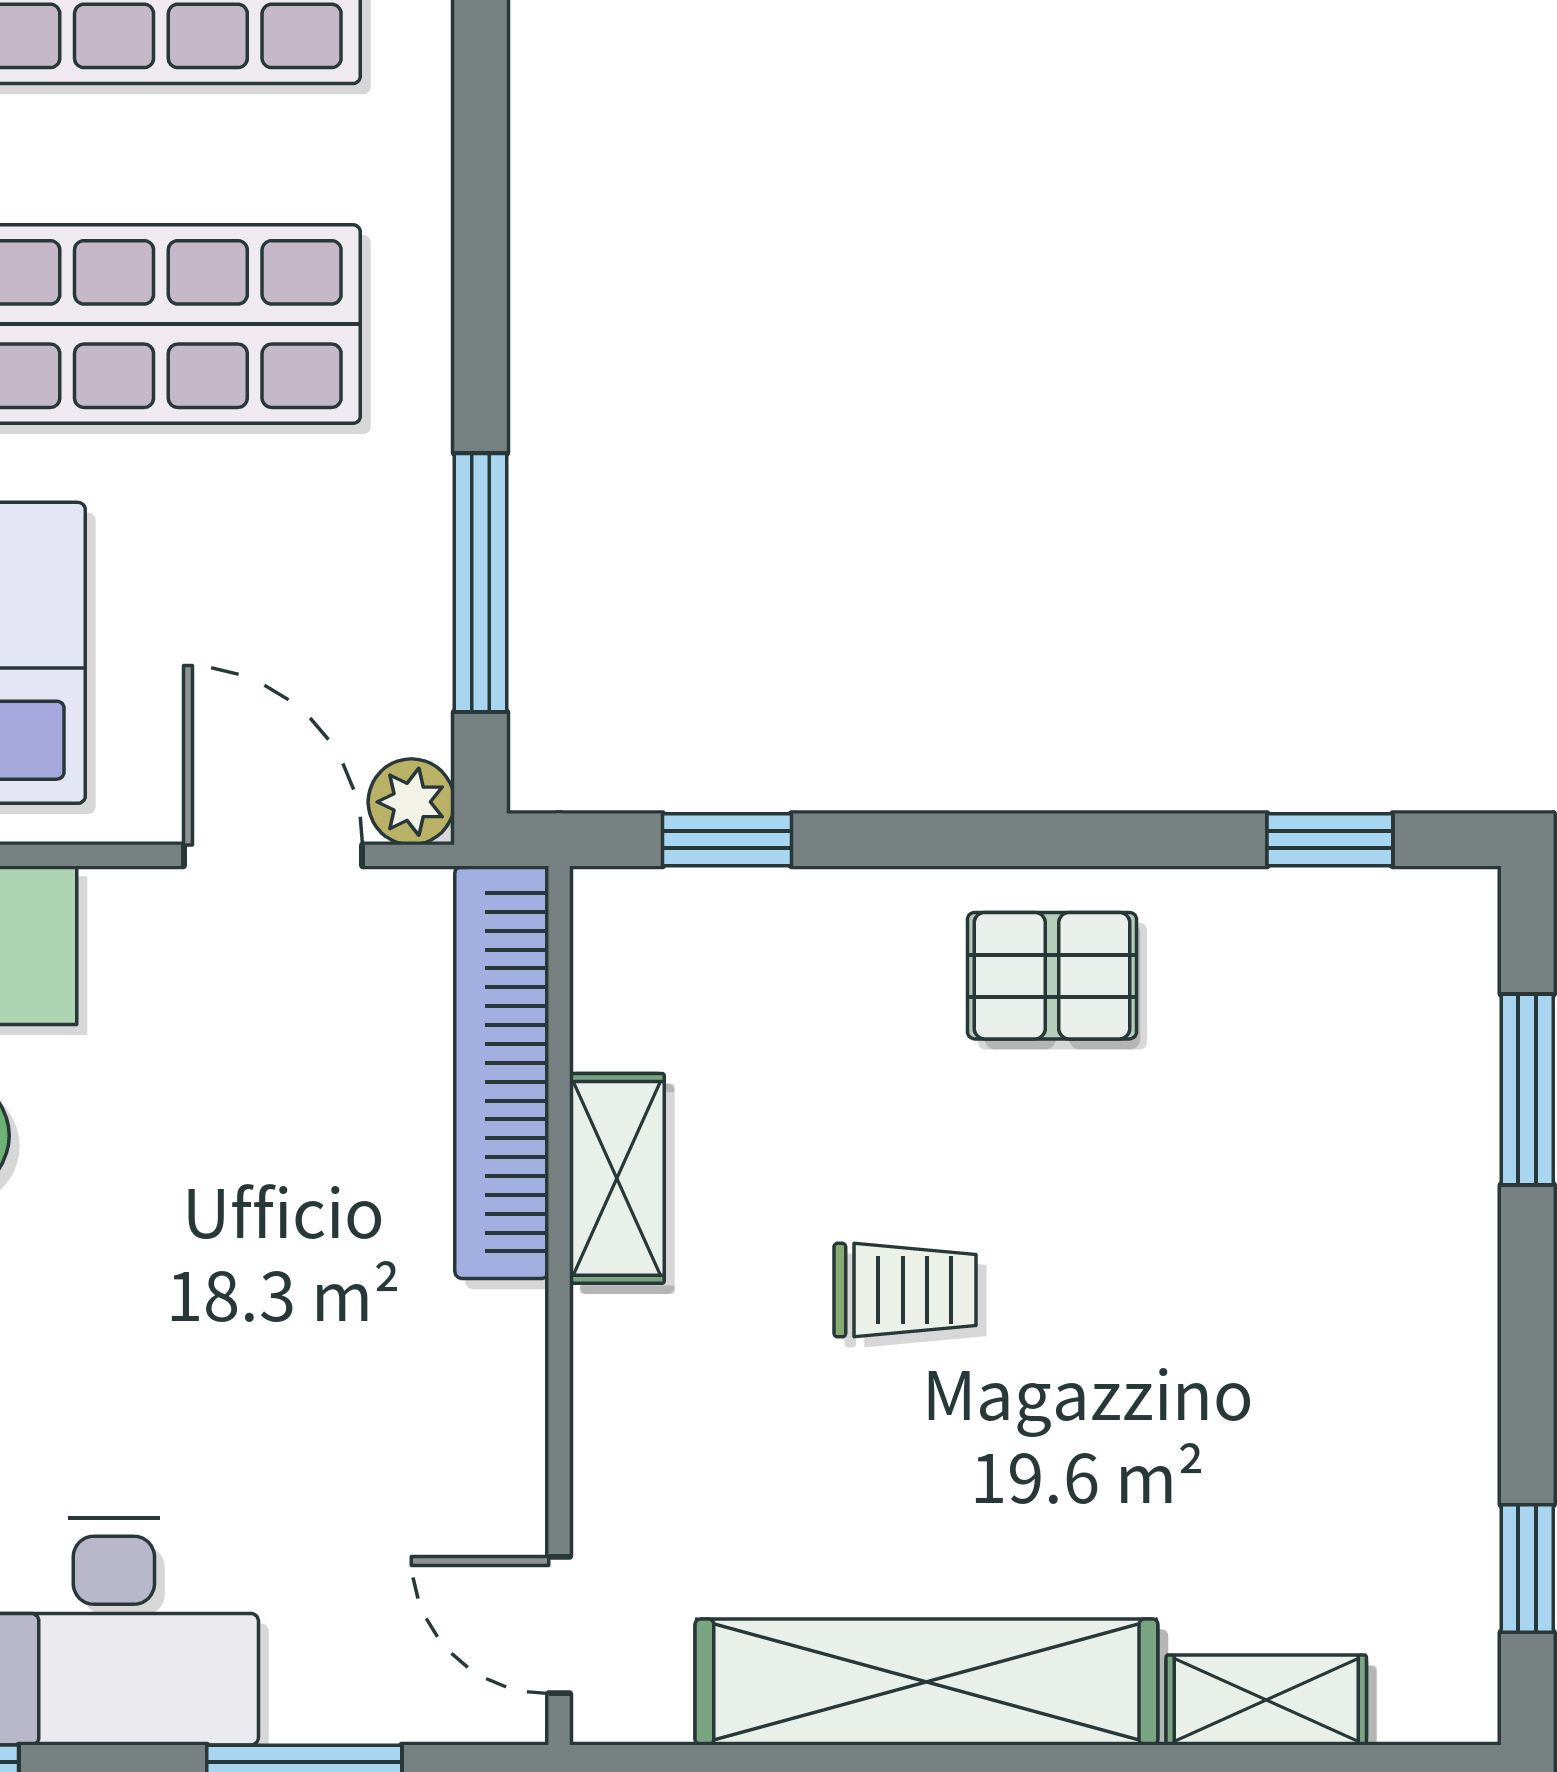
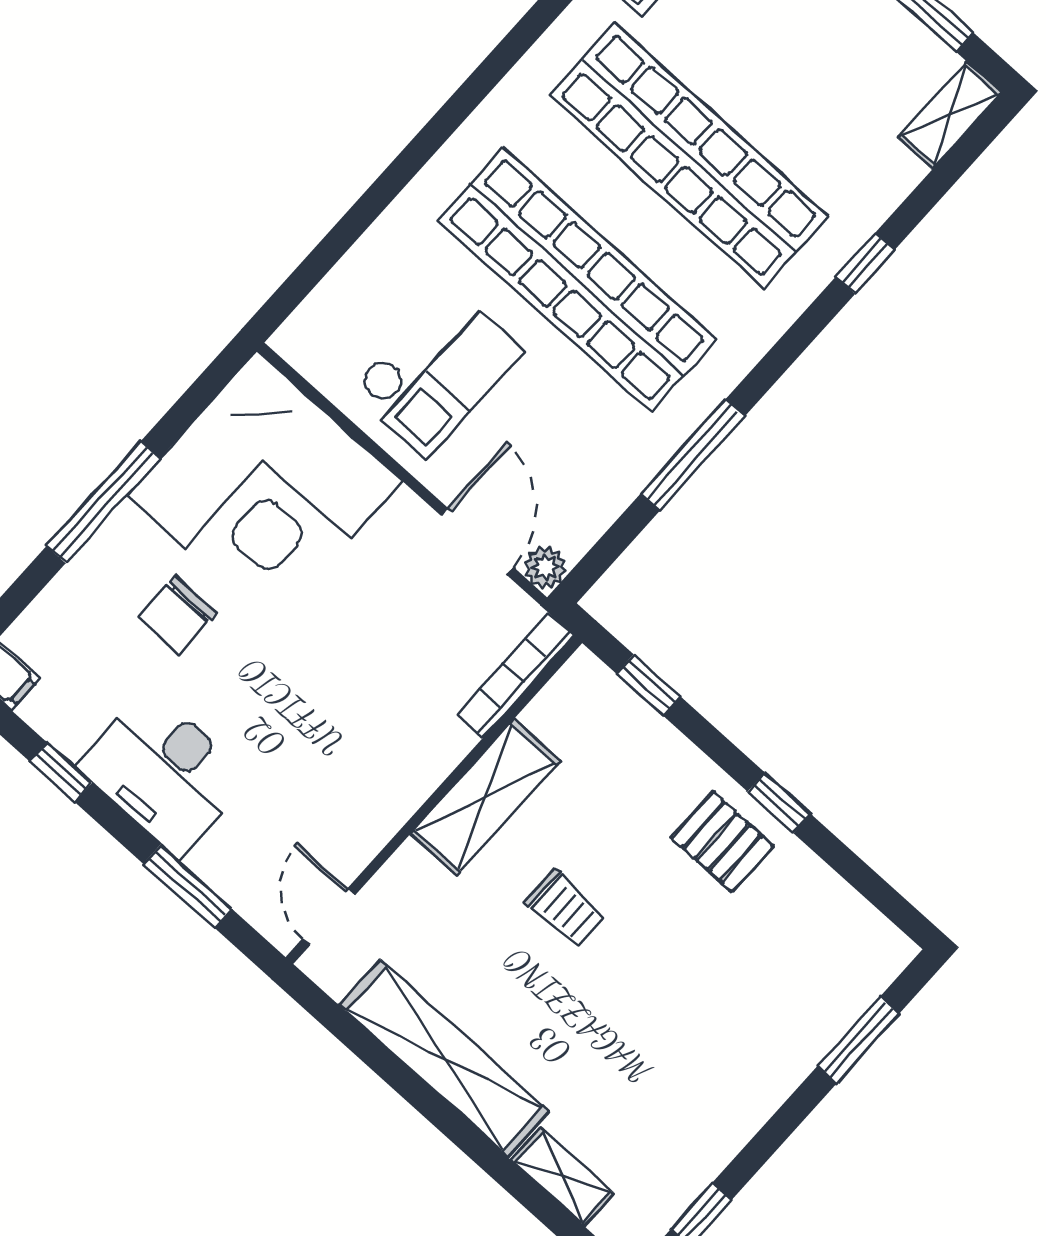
window: (481, 583) -> (693, 455), moved
window: (1330, 840) -> (779, 803), moved
bookcase: (502, 1072) -> (516, 675), width x0.68, depth x0.76
shelving: (617, 1178) -> (485, 797), width x1.50, depth x1.33

